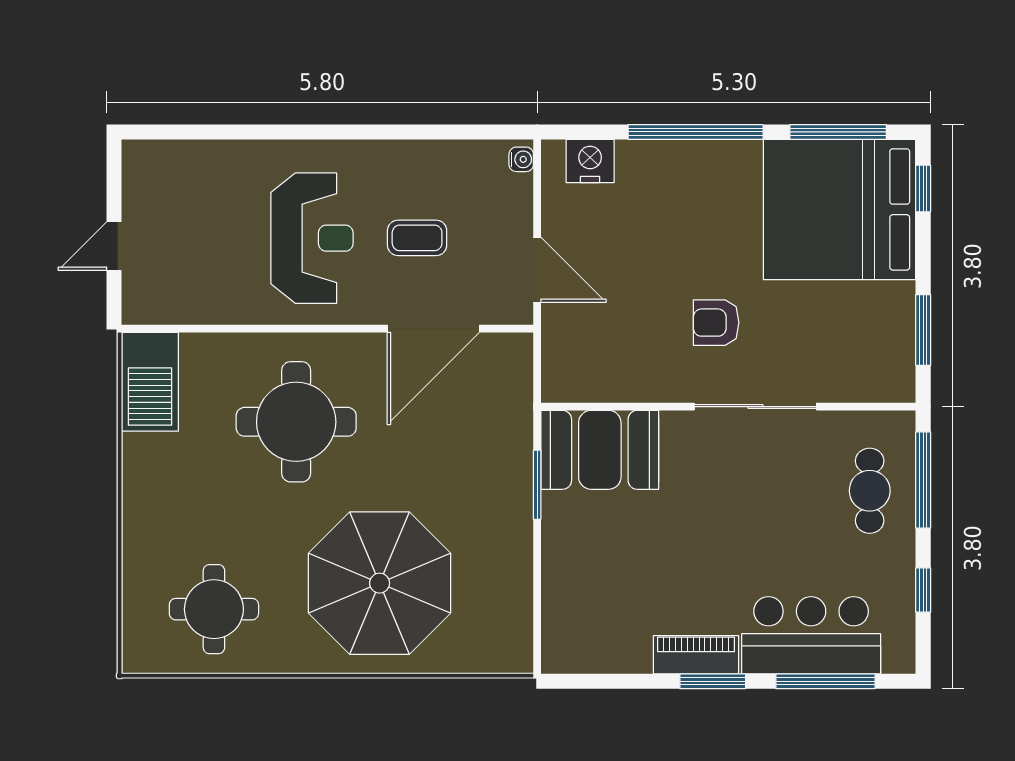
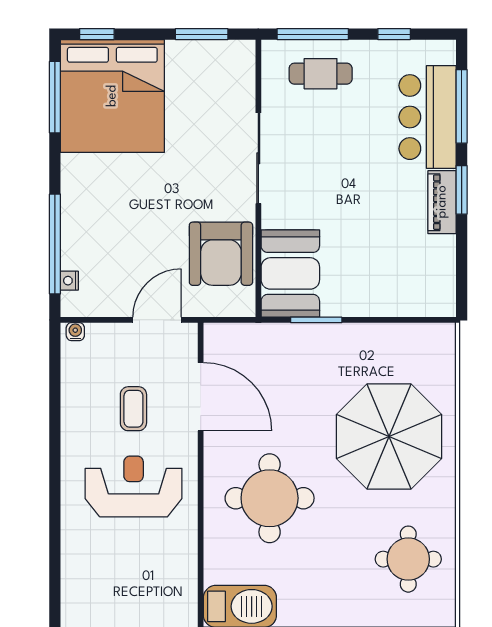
window: (696, 132) -> (55, 244), moved
nightstand: (590, 161) -> (69, 281), width x0.53, depth x0.56
armchair: (716, 323) -> (221, 254), moved, width x1.88, depth x1.88

